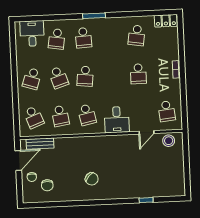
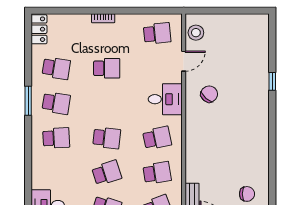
window: (94, 16) -> (28, 101), moved
school desk: (57, 39) -> (56, 103), moved
door: (147, 132) -> (184, 61), hinge flipped
chair: (92, 179) -> (209, 94), moved
window: (146, 200) -> (272, 81), moved

